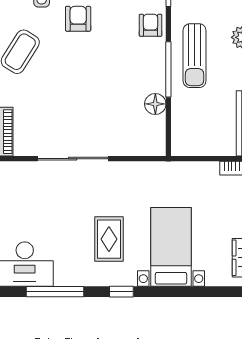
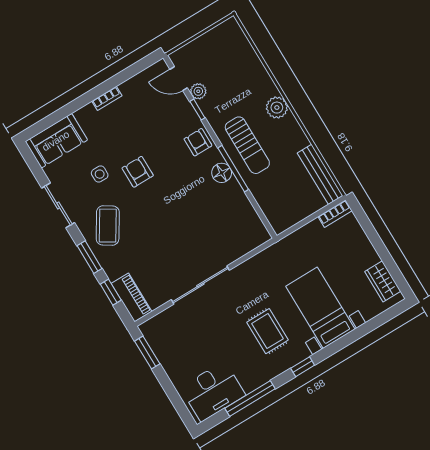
floor lamp: (155, 104) -> (222, 173), moved

